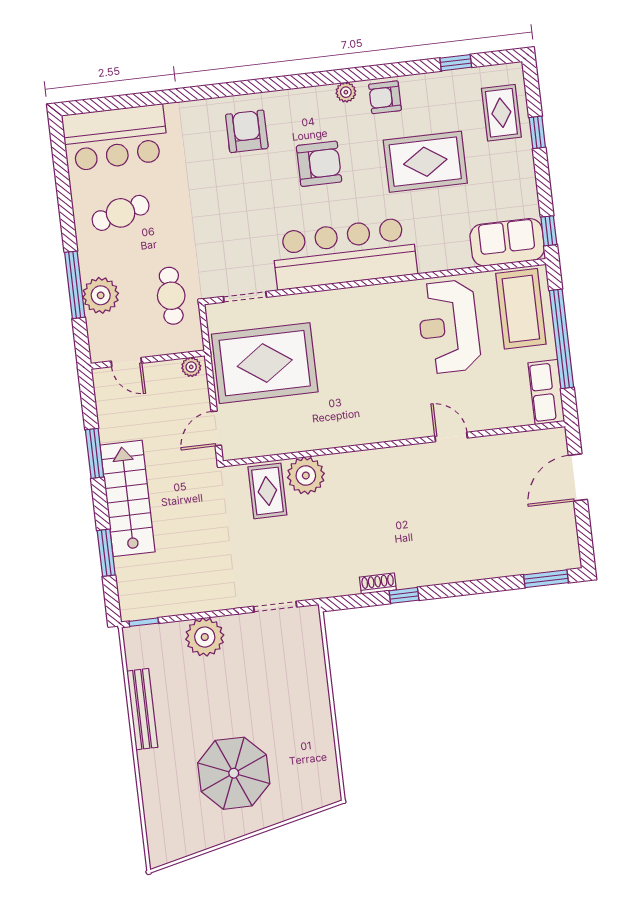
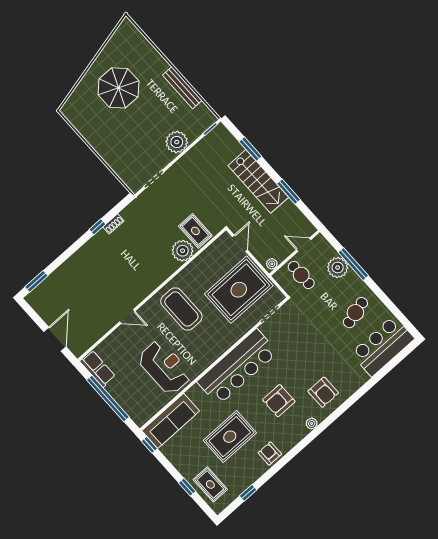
plant: (346, 92) -> (312, 423), moved
armchair: (385, 97) -> (270, 453), turned -90
sofa: (507, 242) -> (171, 421), width x1.36
cafe table: (171, 296) -> (301, 275), moved
coffee table: (521, 309) -> (181, 309), moved

